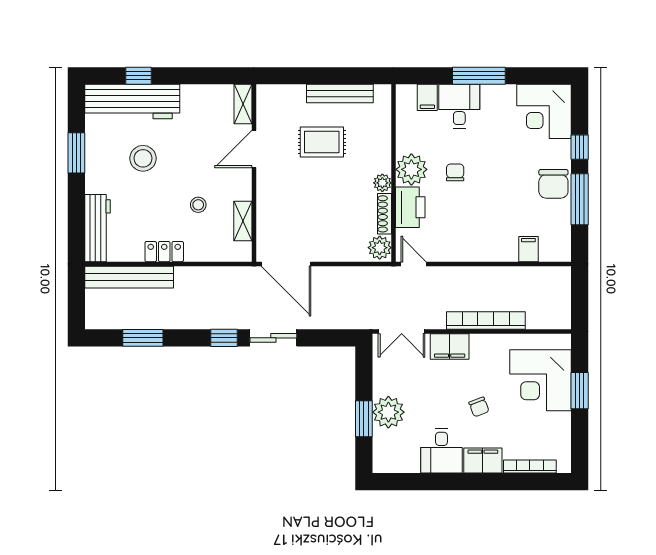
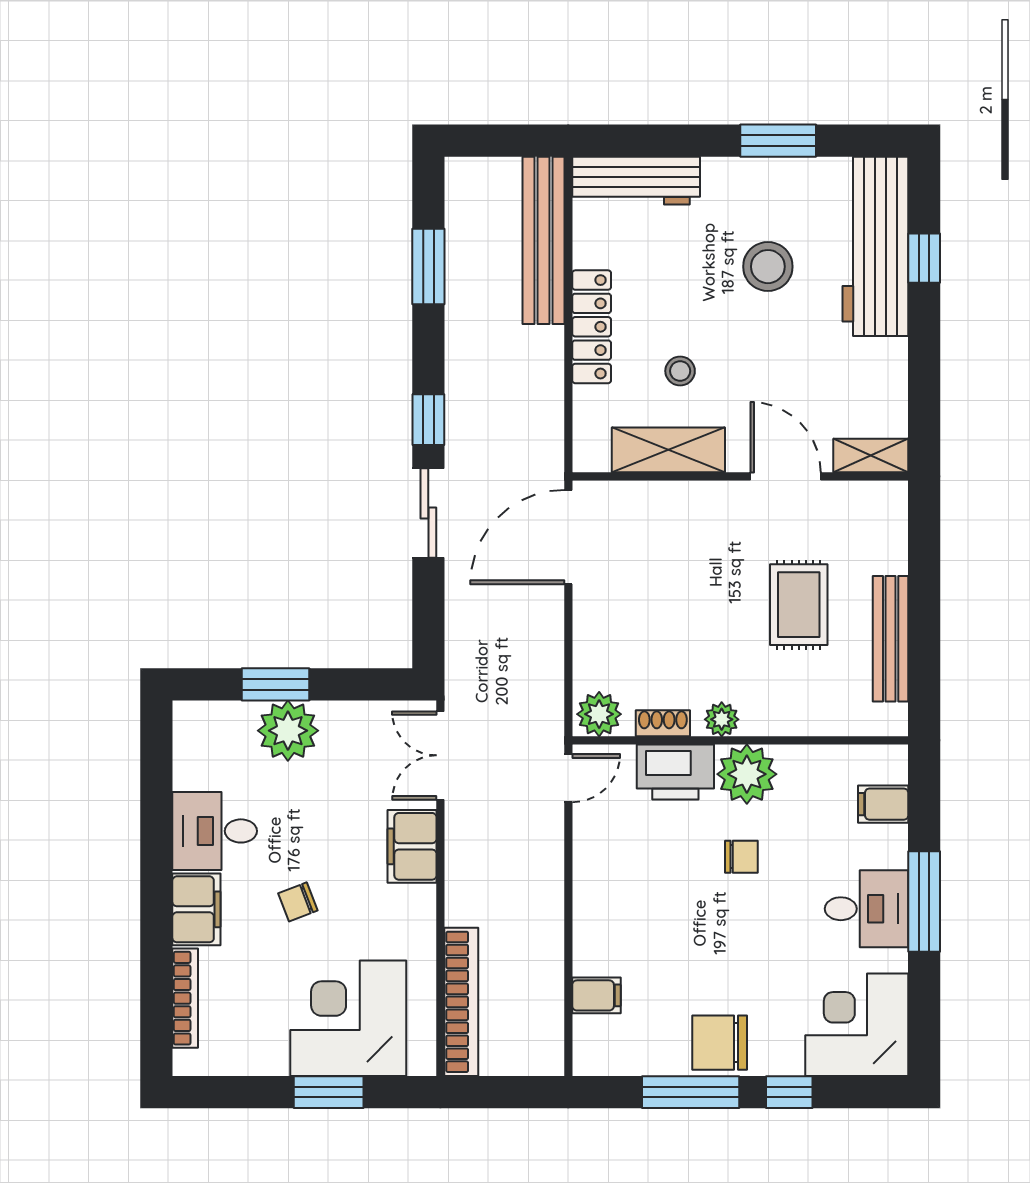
desk: (459, 106) -> (867, 909), moved
shoe rack: (384, 214) -> (663, 723), width x0.70
shelving: (243, 221) -> (668, 450), width x1.50, depth x1.33
locker: (164, 252) -> (592, 327), width x1.53
bookcase: (486, 321) -> (461, 1002), moved

